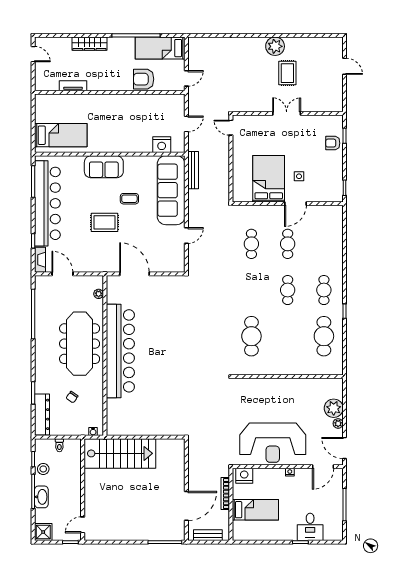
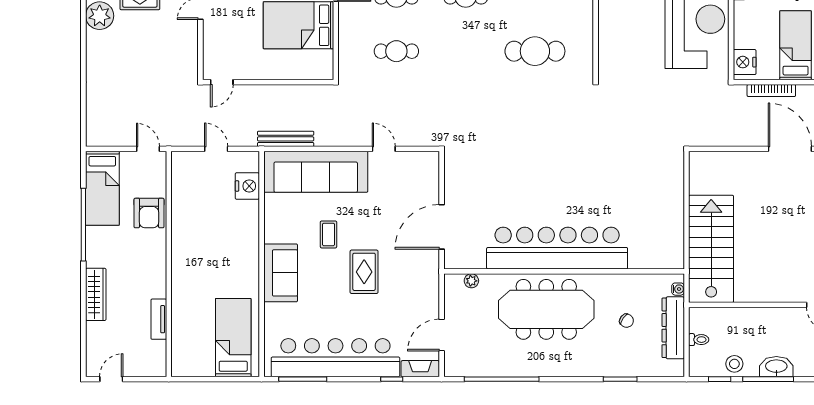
dresser: (42, 414) -> (673, 328), moved, turned -90

